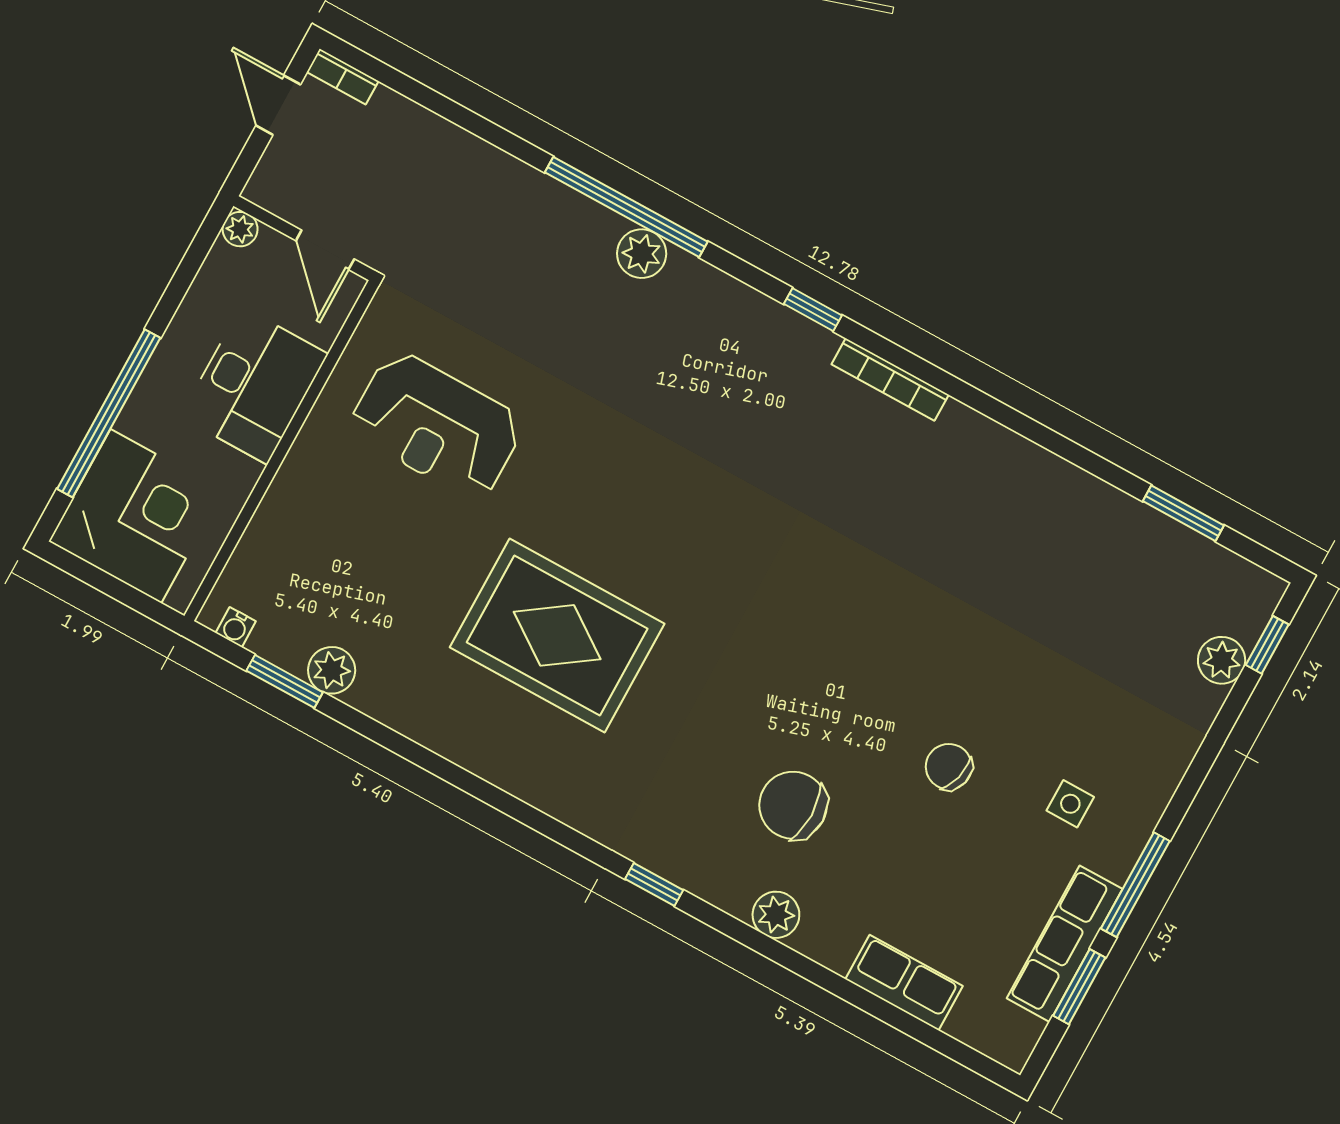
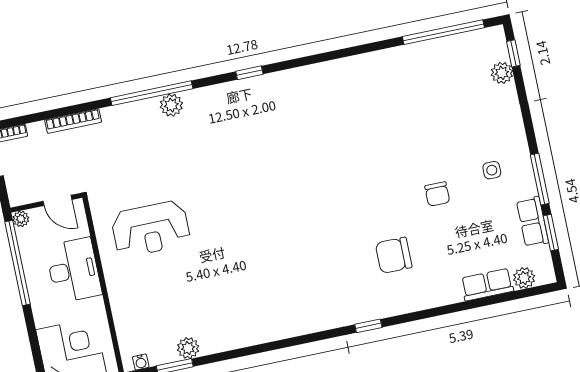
bookcase: (890, 379) -> (73, 121), moved
window: (109, 413) -> (17, 263), moved
window: (1183, 513) -> (443, 32), width x2.11
rug: (557, 635) -> (258, 267), removed
chair: (949, 767) -> (437, 194), turned -105
plant: (776, 915) -> (524, 278), moved
row of seats: (1065, 944) -> (532, 222), width x0.68

